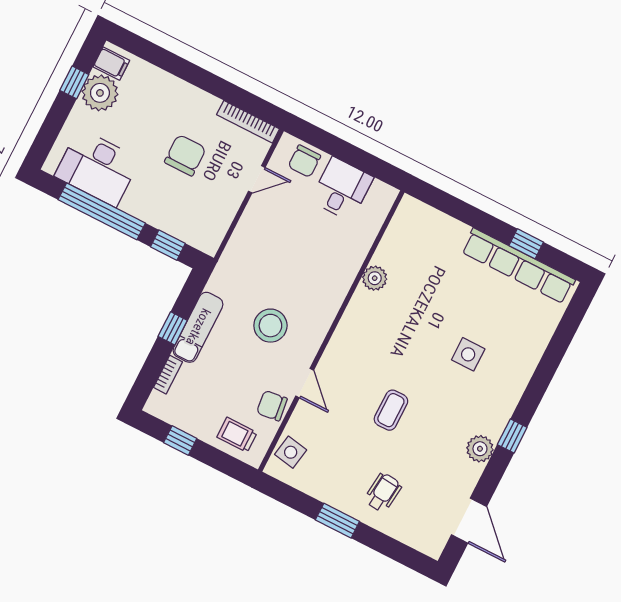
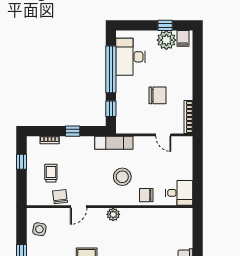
chair: (304, 161) -> (146, 195), moved
desk: (342, 189) -> (179, 193), moved
plant: (375, 278) -> (113, 214), moved
stool: (270, 326) -> (122, 177), moved
exam couch: (198, 327) -> (114, 143), moved
trolley: (237, 435) -> (51, 173), moved
side table: (291, 452) -> (39, 229), moved

